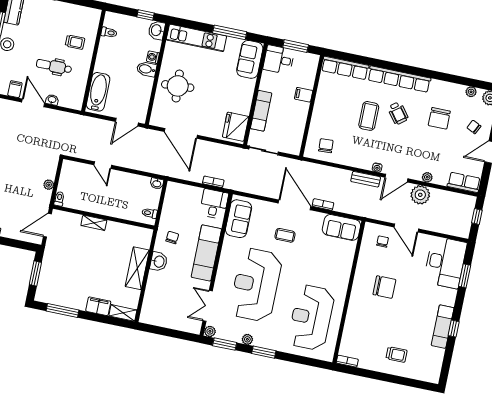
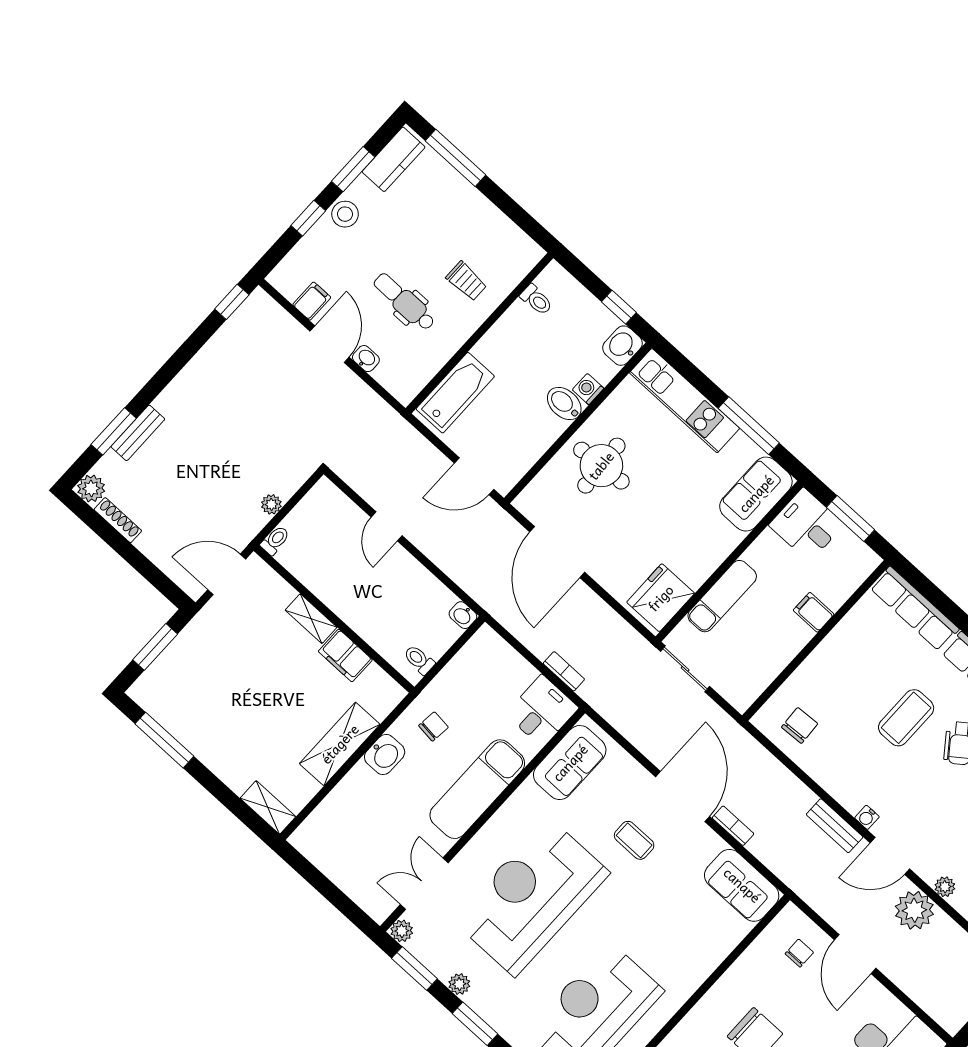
filing cabinet: (98, 306) -> (345, 656), moved, turned 180

